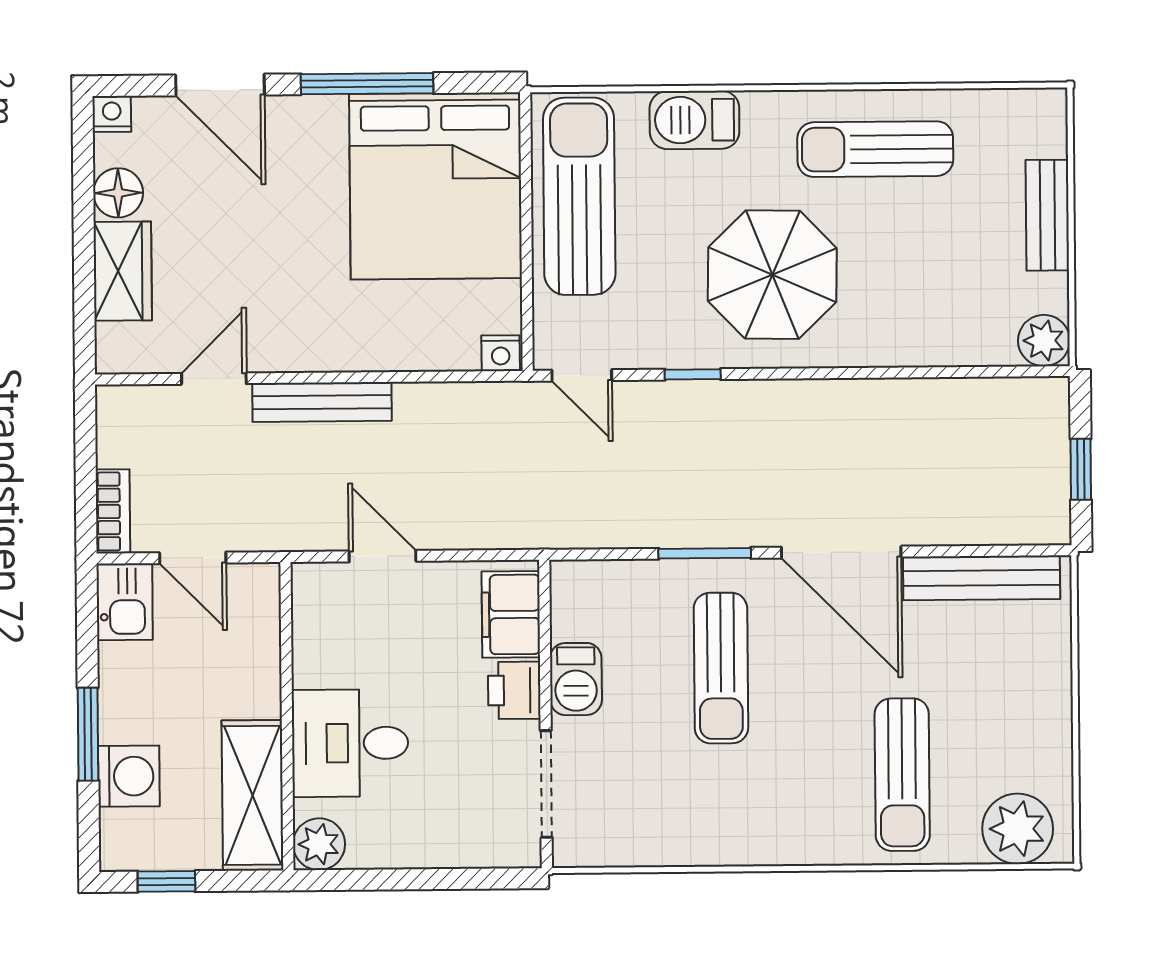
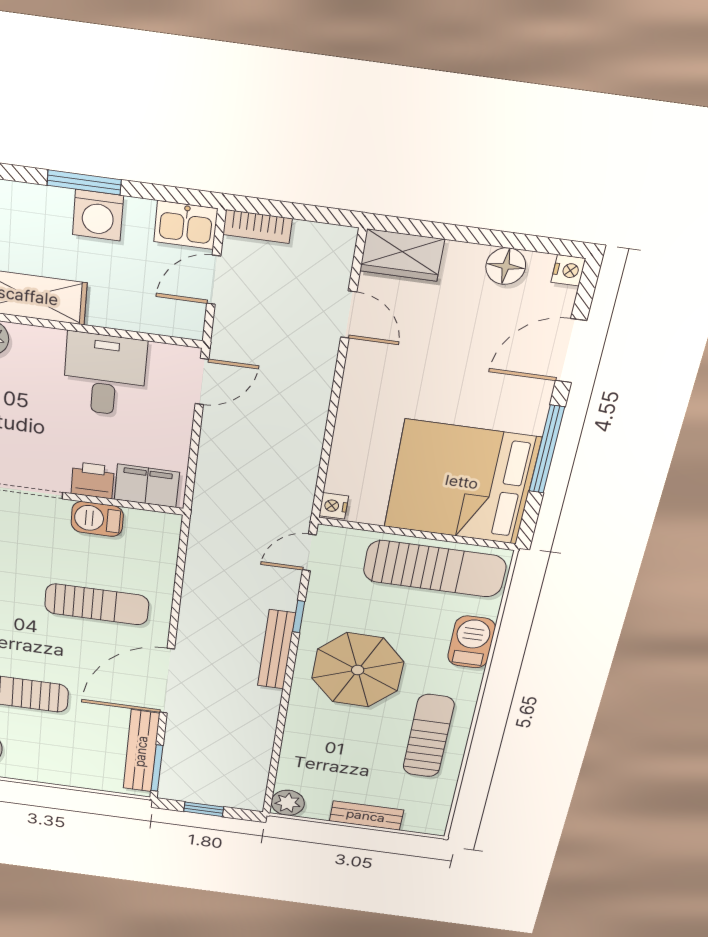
wardrobe: (123, 271) -> (402, 255), moved
bench: (322, 402) -> (276, 650), moved
window: (705, 553) -> (157, 768), moved
door: (383, 556) -> (202, 382), moved
sun lounger: (721, 668) -> (97, 604), turned 180
desk: (350, 743) -> (105, 375), moved
washing machine: (129, 776) -> (98, 215), moved

